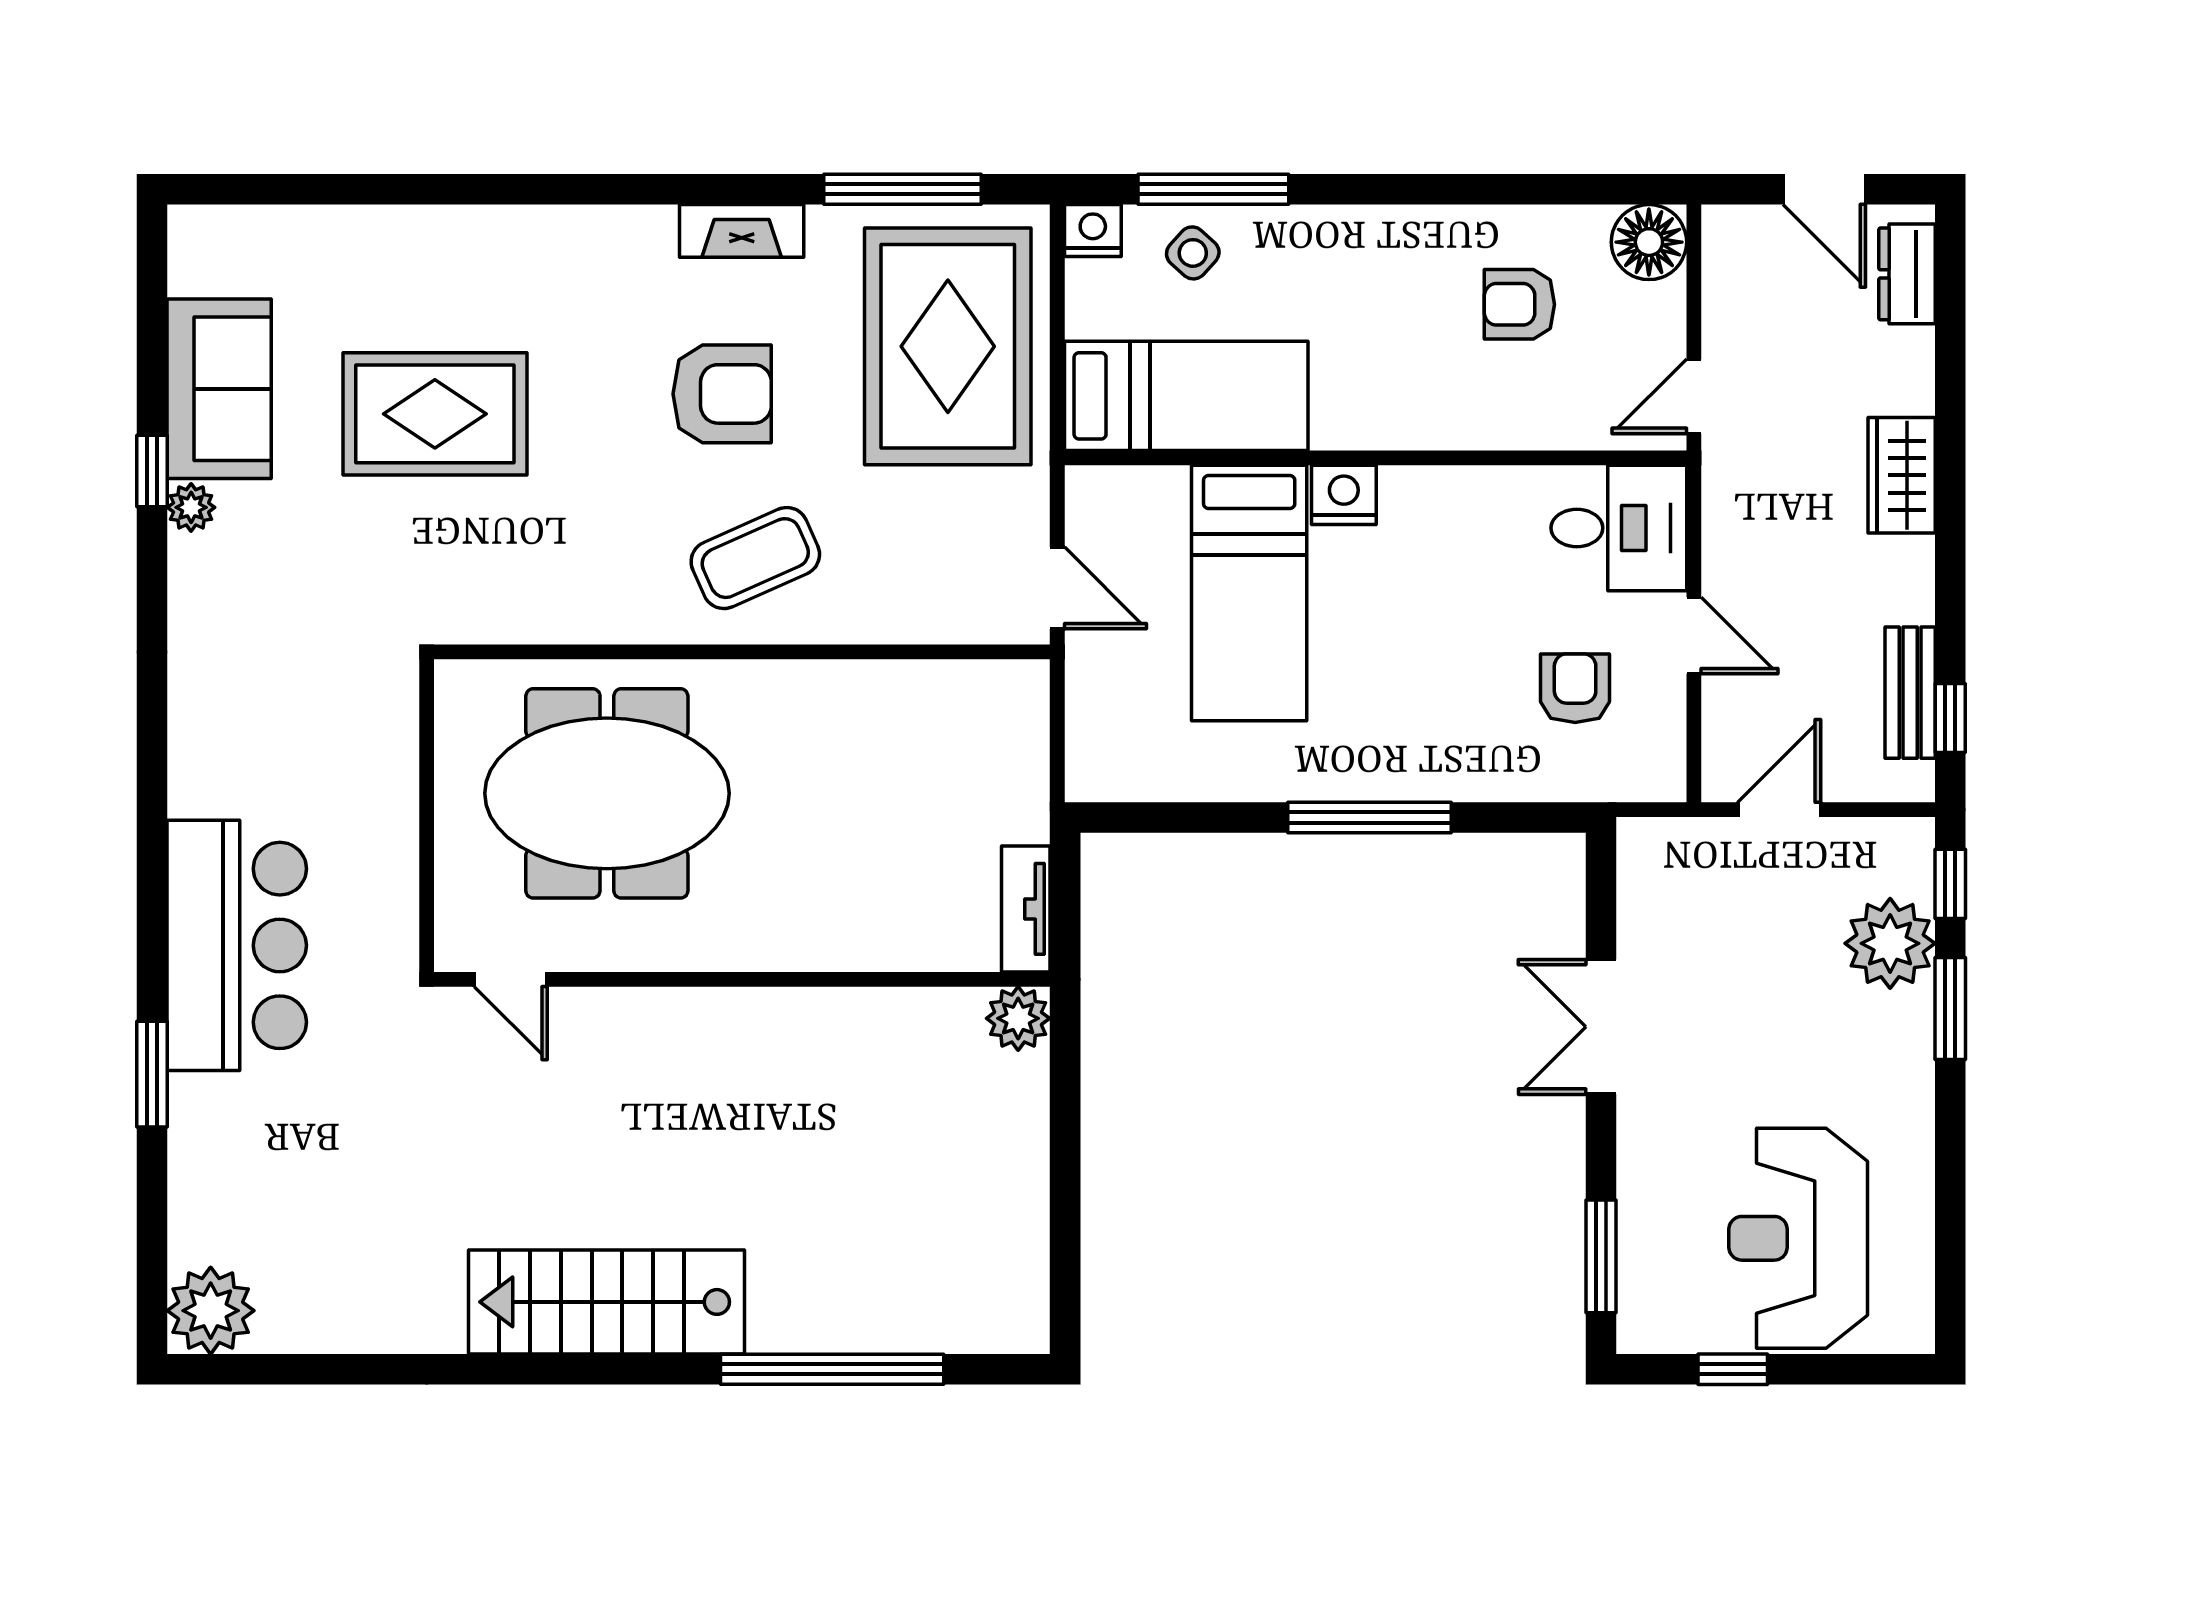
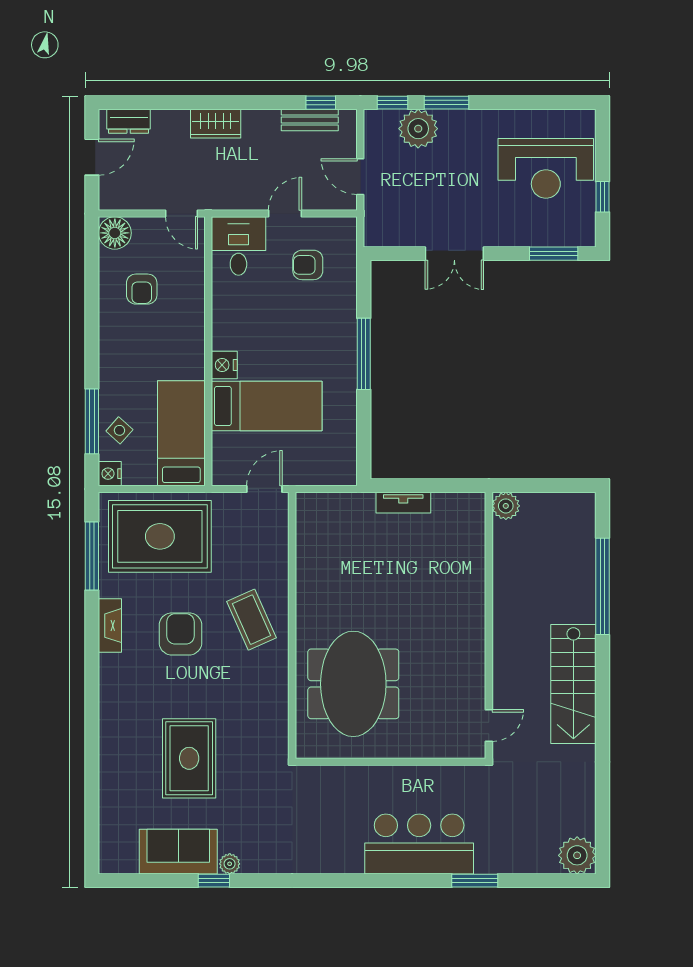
door: (511, 979) -> (489, 725), moved
wall: (742, 979) -> (489, 625), moved
plant: (1018, 1018) -> (506, 506), moved

